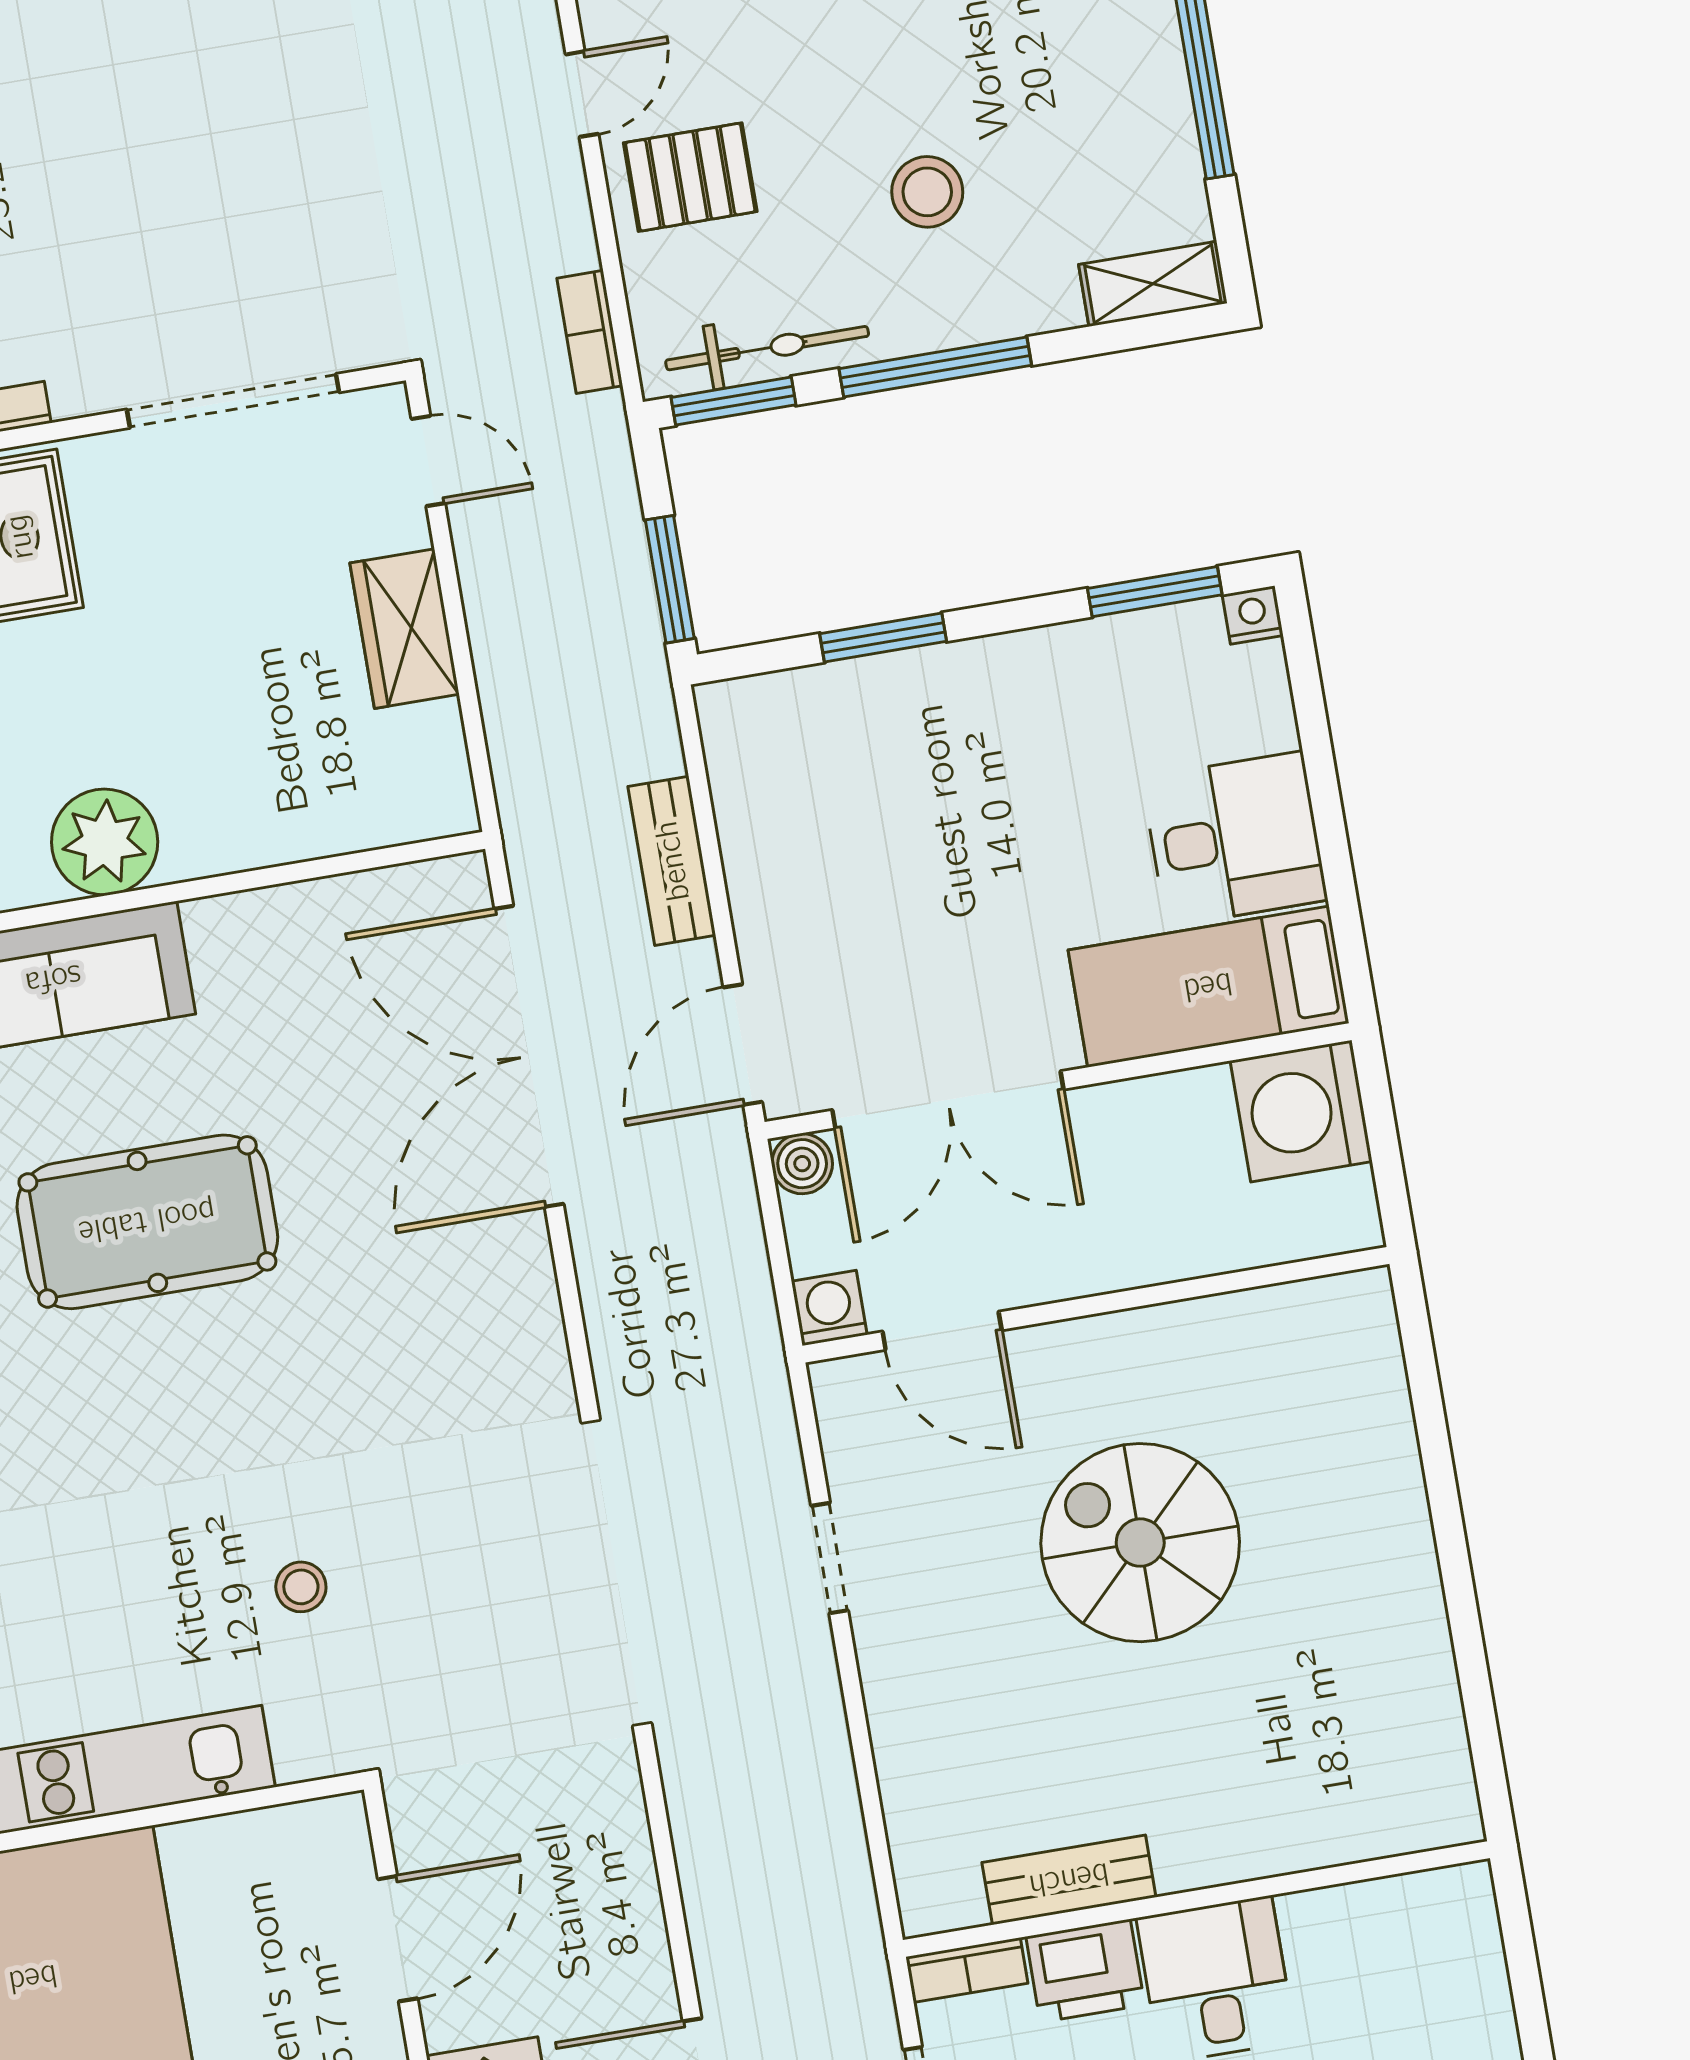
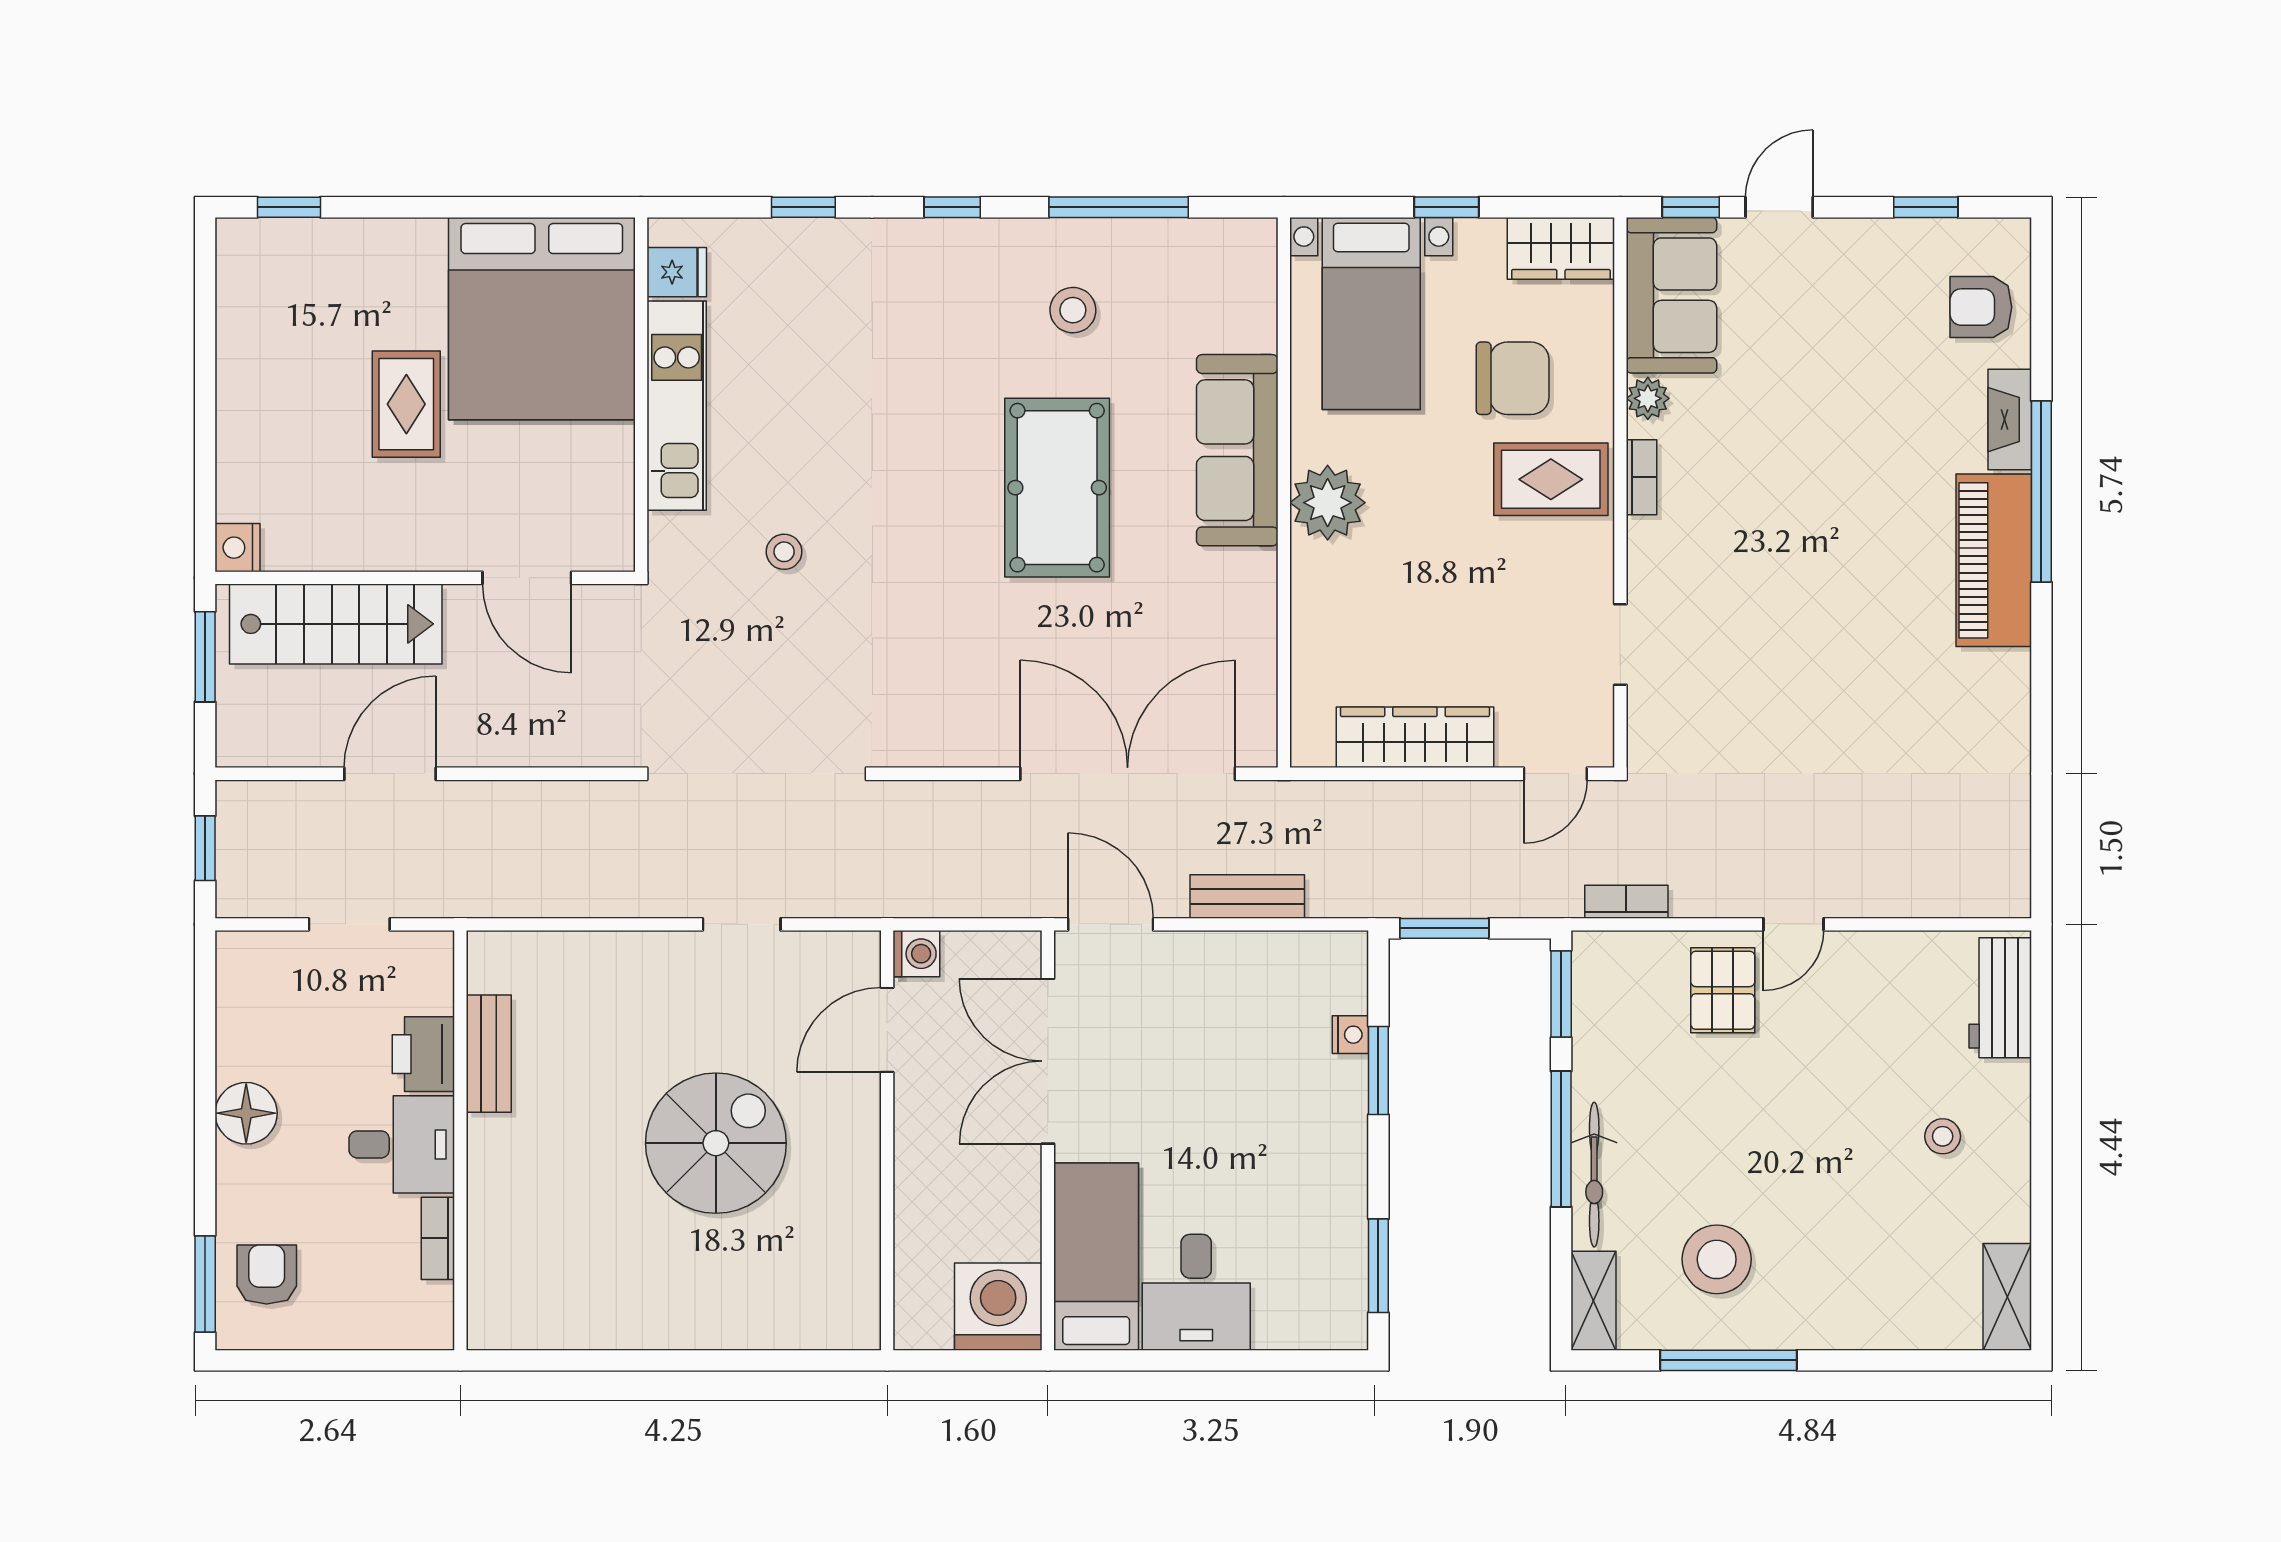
door: (582, 94) -> (1794, 924), hinge flipped
stool: (927, 192) -> (1717, 1259), moved, width x1.38, depth x1.38
bicycle: (767, 348) -> (1594, 1175), moved
doorway: (233, 401) -> (1620, 644), width x0.53
nightstand: (1253, 615) -> (1350, 1035), moved
wardrobe: (405, 629) -> (1415, 737), width x1.50
boiler: (802, 1164) -> (1020, 952), removed
bookcase: (967, 1970) -> (438, 1238), moved

